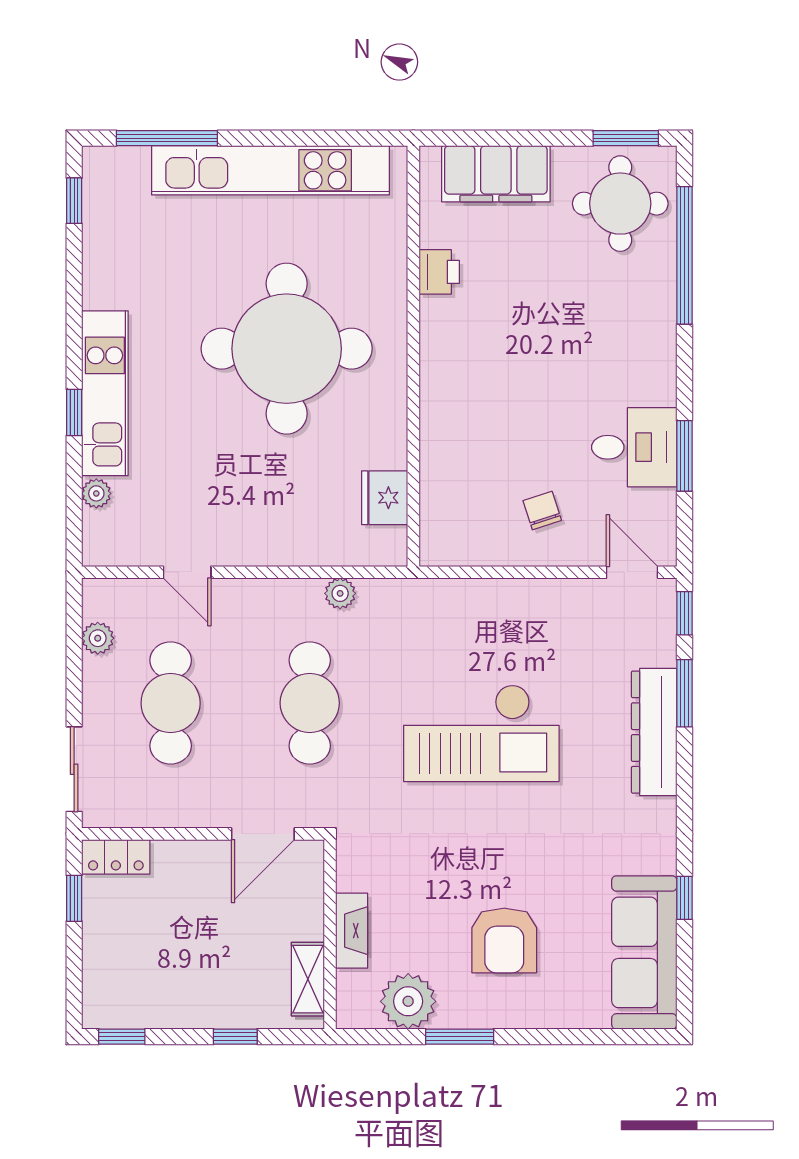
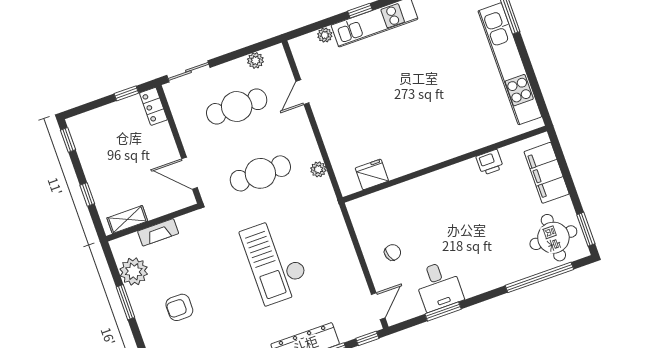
round table: (287, 349) -> (427, 102), removed
armchair: (504, 940) -> (179, 307), width x0.72, depth x0.72

